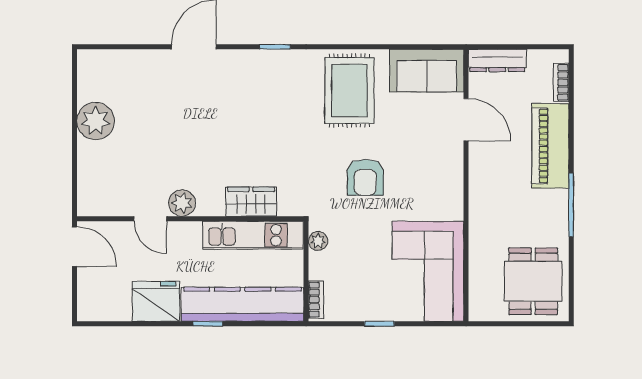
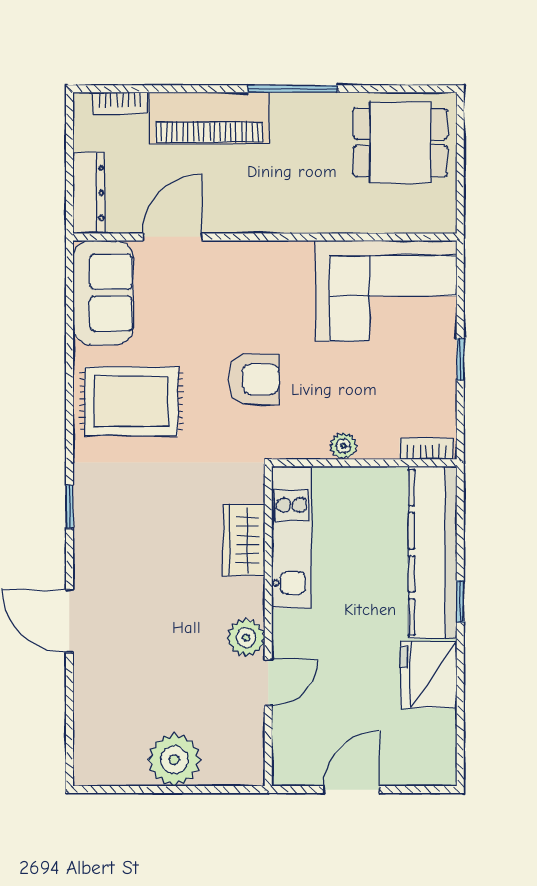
wardrobe: (251, 202) -> (244, 540), moved
plant: (182, 203) -> (246, 638), moved
door: (150, 219) -> (268, 683), moved
wall: (190, 219) -> (268, 626), moved
kitchen unit: (253, 235) -> (292, 538), moved

